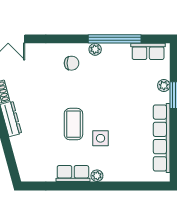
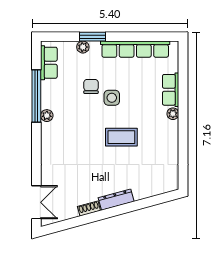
chair: (72, 63) -> (91, 86), moved
side table: (101, 138) -> (112, 98), moved
row of seats: (73, 174) -> (171, 90), moved

